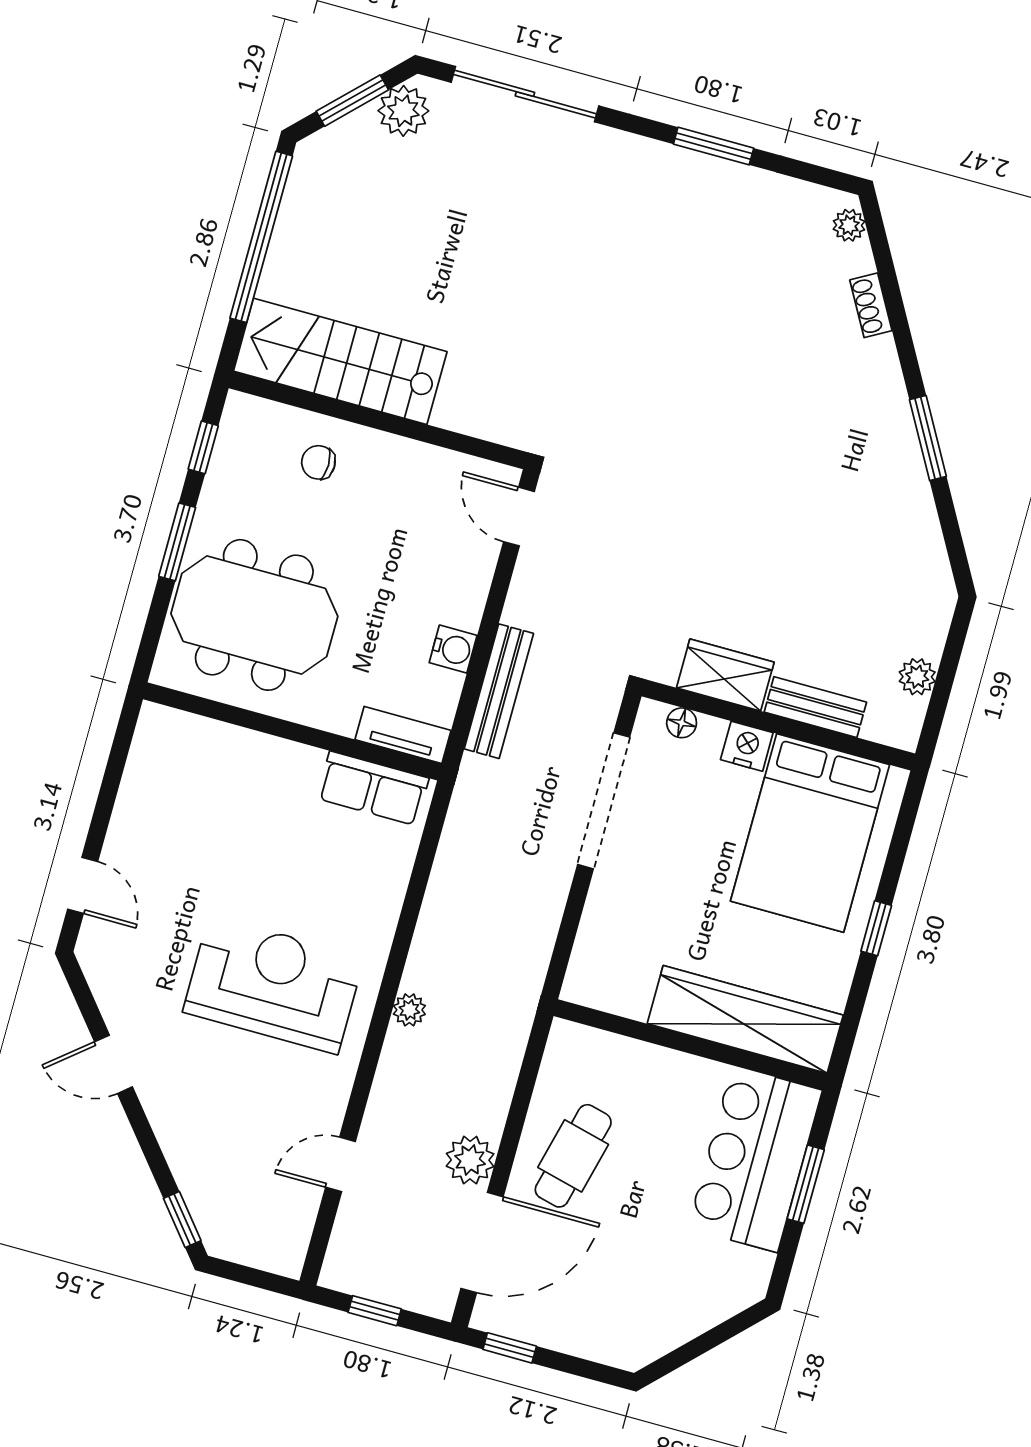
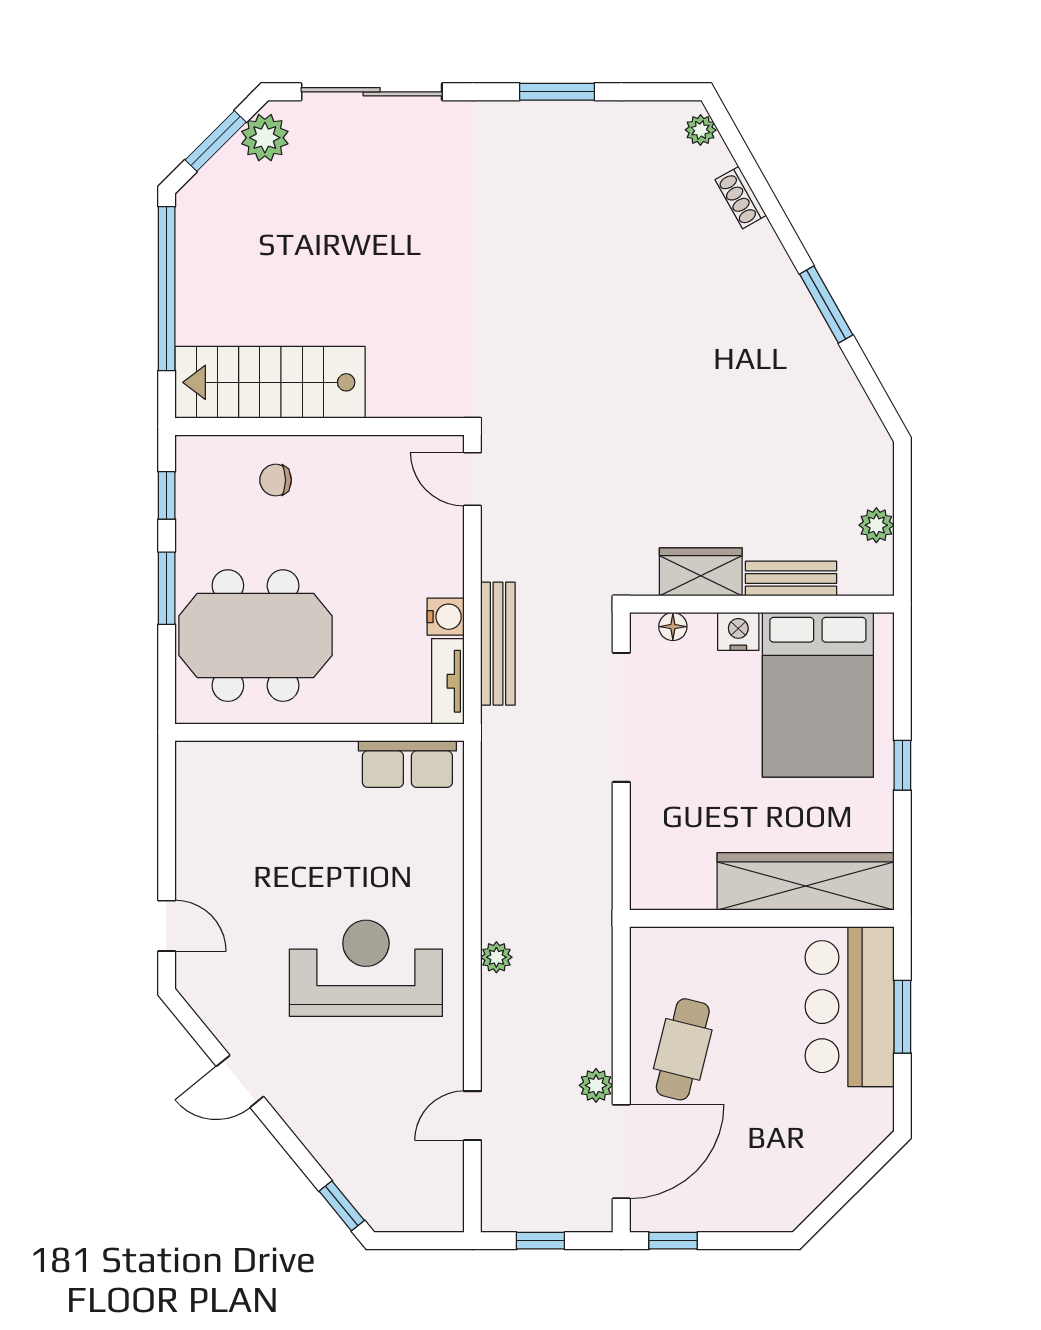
tv unit: (403, 735) -> (448, 681), moved, turned -90
plant: (470, 1160) -> (596, 1085), width x0.73, depth x0.73

